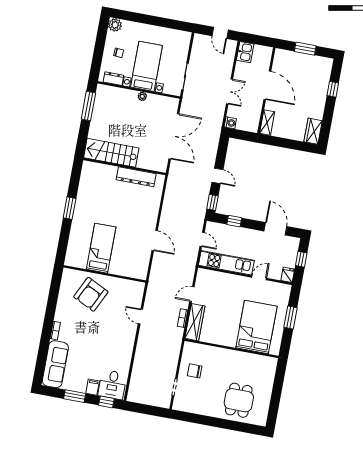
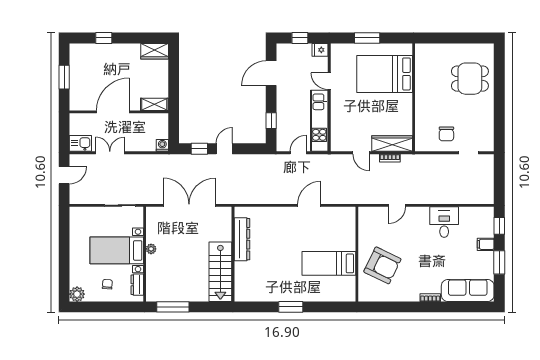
double door: (229, 92) -> (110, 153), moved
window: (212, 202) -> (199, 149), moved
desk: (112, 385) -> (444, 222), moved, turned -90

